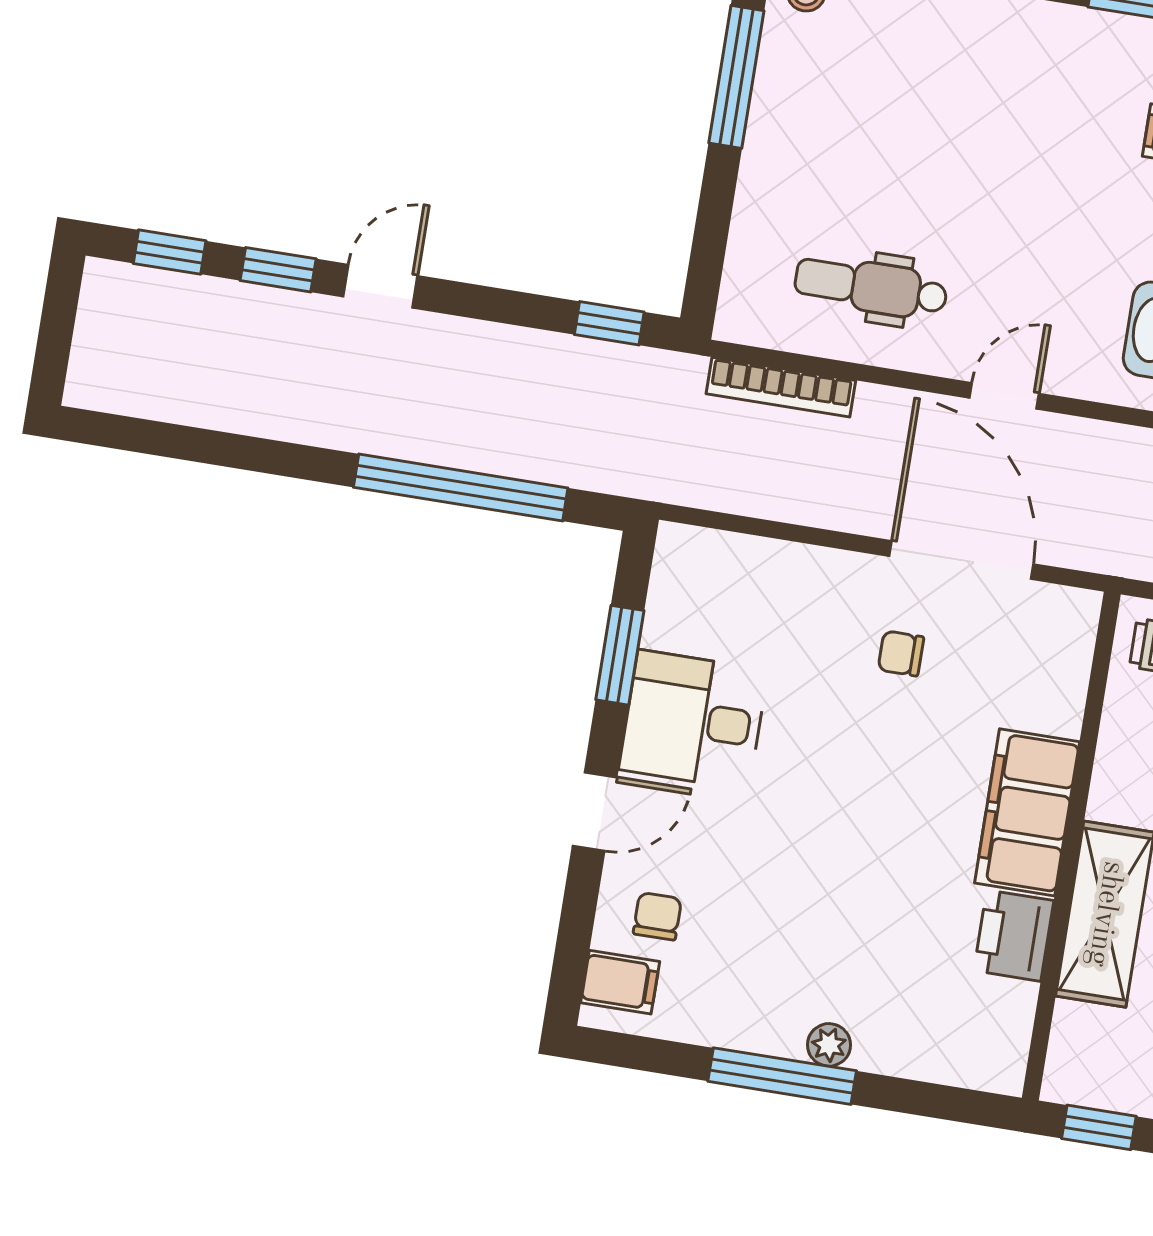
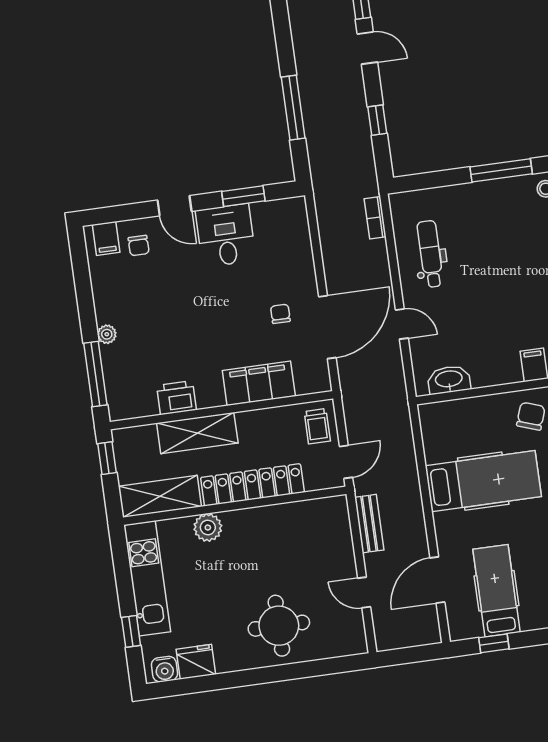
window: (609, 323) -> (377, 120), moved
bookcase: (781, 387) -> (375, 218), width x0.64
window: (461, 488) -> (293, 108), width x0.68
filing cabinet: (1027, 812) -> (259, 383), moved
chair: (657, 916) -> (139, 246), turned 90
window: (782, 1076) -> (95, 374), moved

